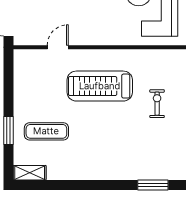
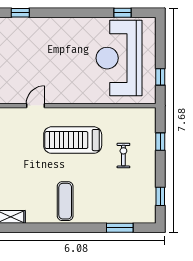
exercise mat: (46, 131) -> (65, 201), moved, turned 90

